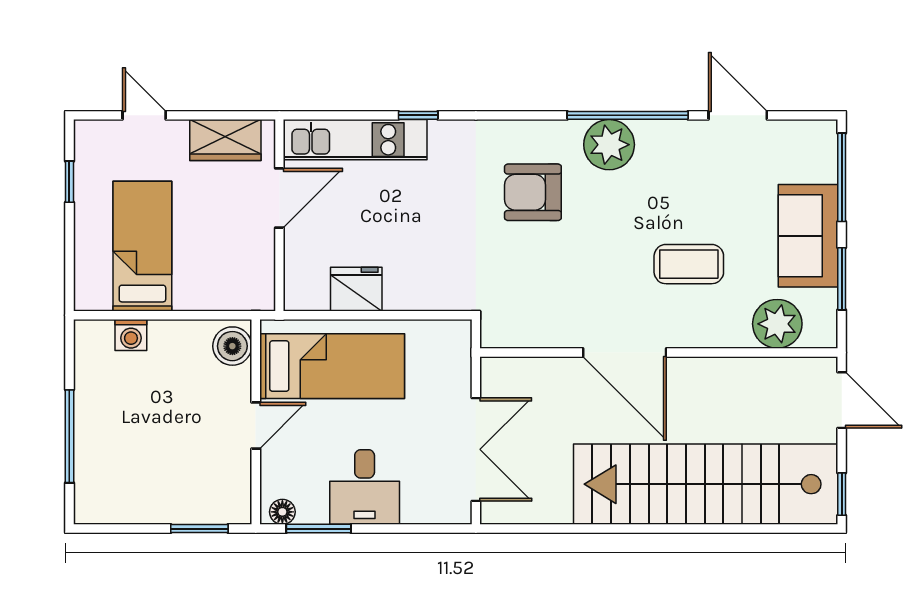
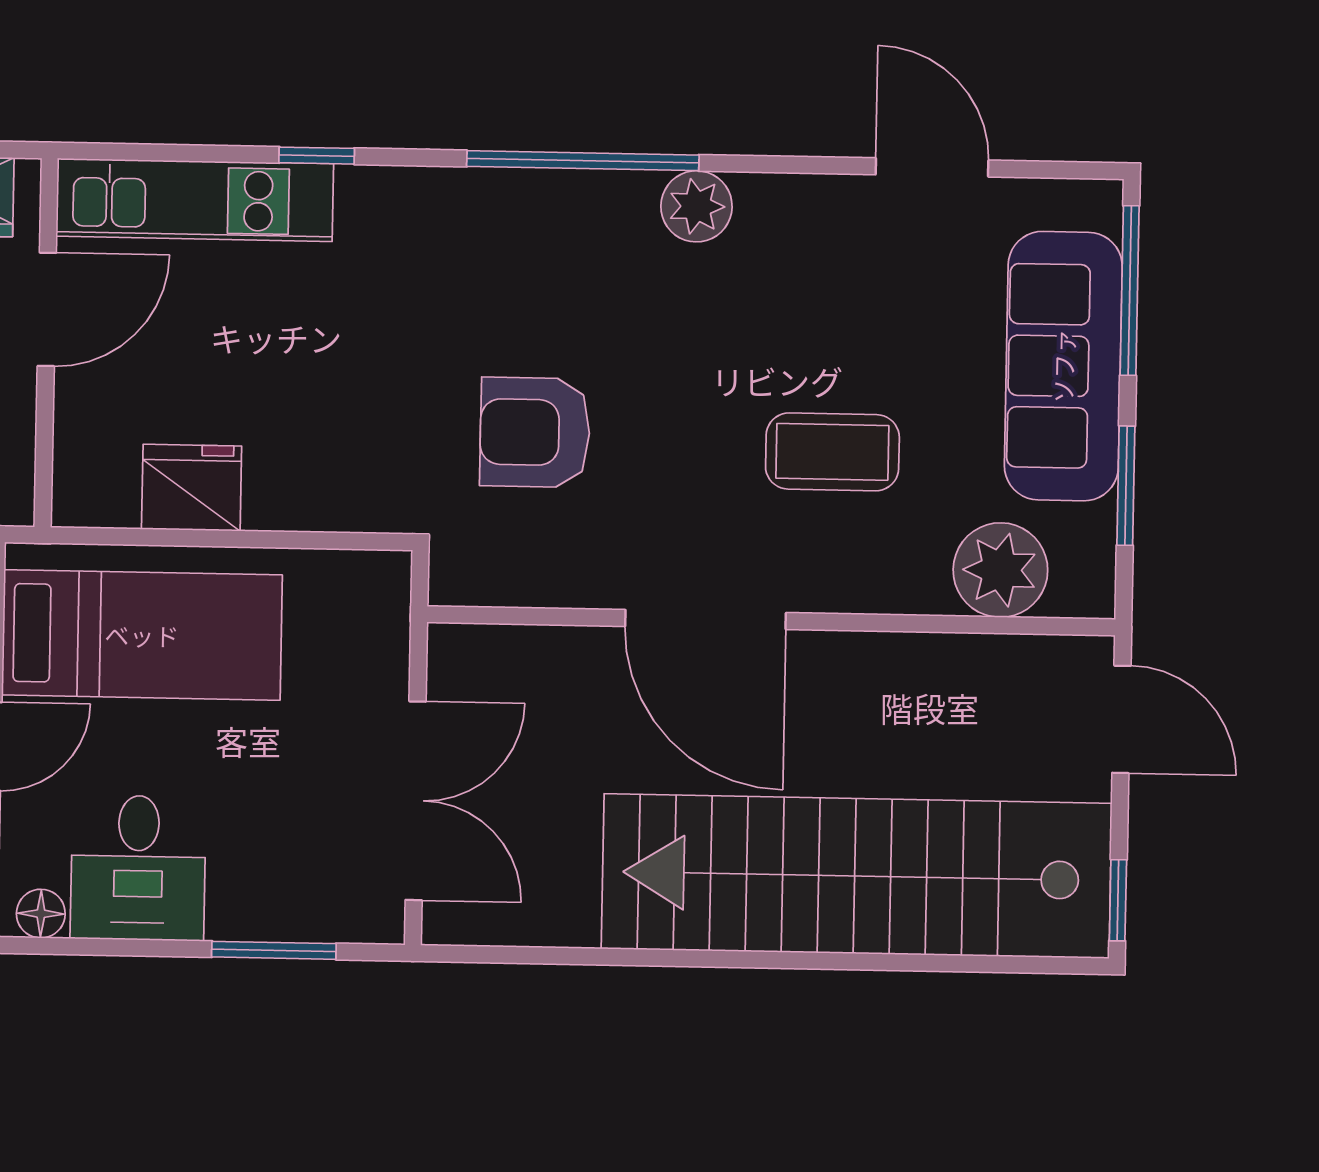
window: (628, 115) -> (583, 161), moved
plant: (609, 145) -> (696, 206), width x0.73, depth x0.73
armchair: (533, 192) -> (535, 432), moved
sofa: (808, 236) -> (1063, 366), width x1.36
desk: (365, 487) -> (138, 868), moved
window: (319, 529) -> (274, 950), moved

